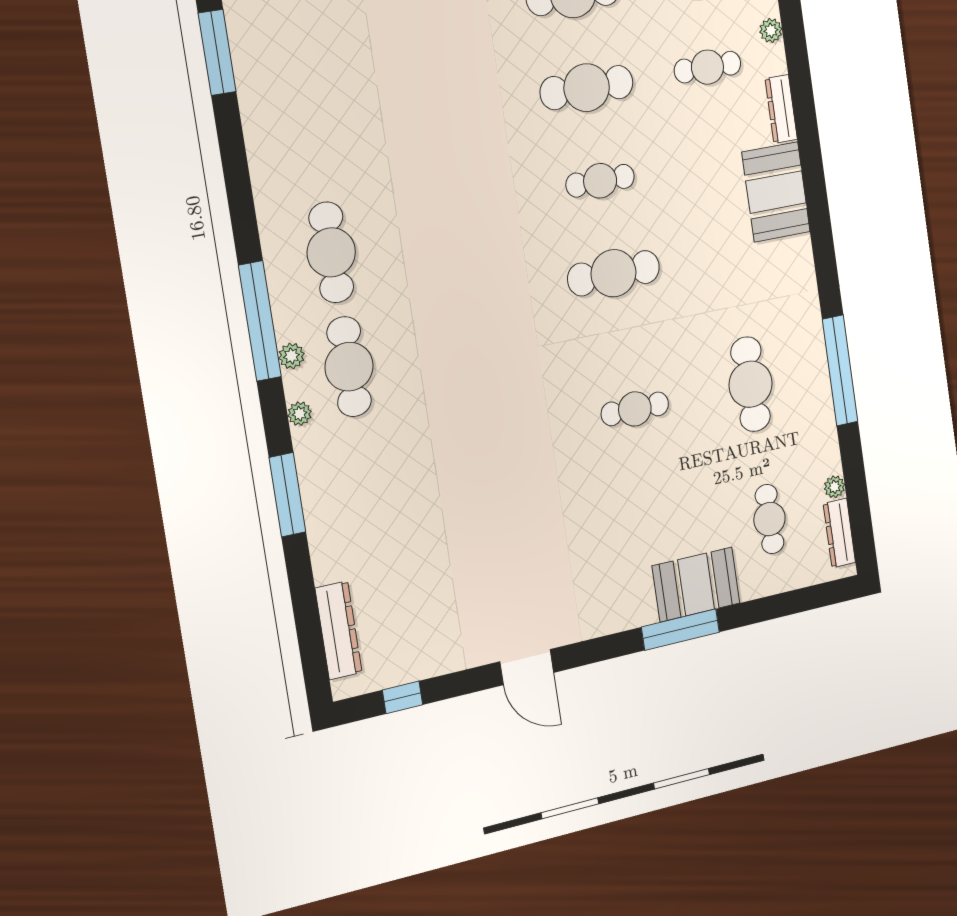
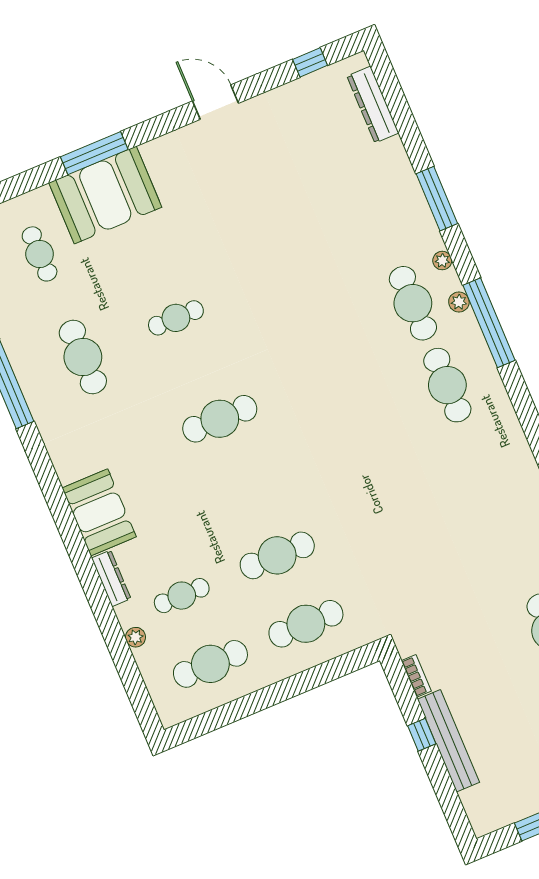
cafe table: (600, 181) -> (248, 487), removed
booth: (696, 585) -> (105, 195), width x1.36, depth x1.42

